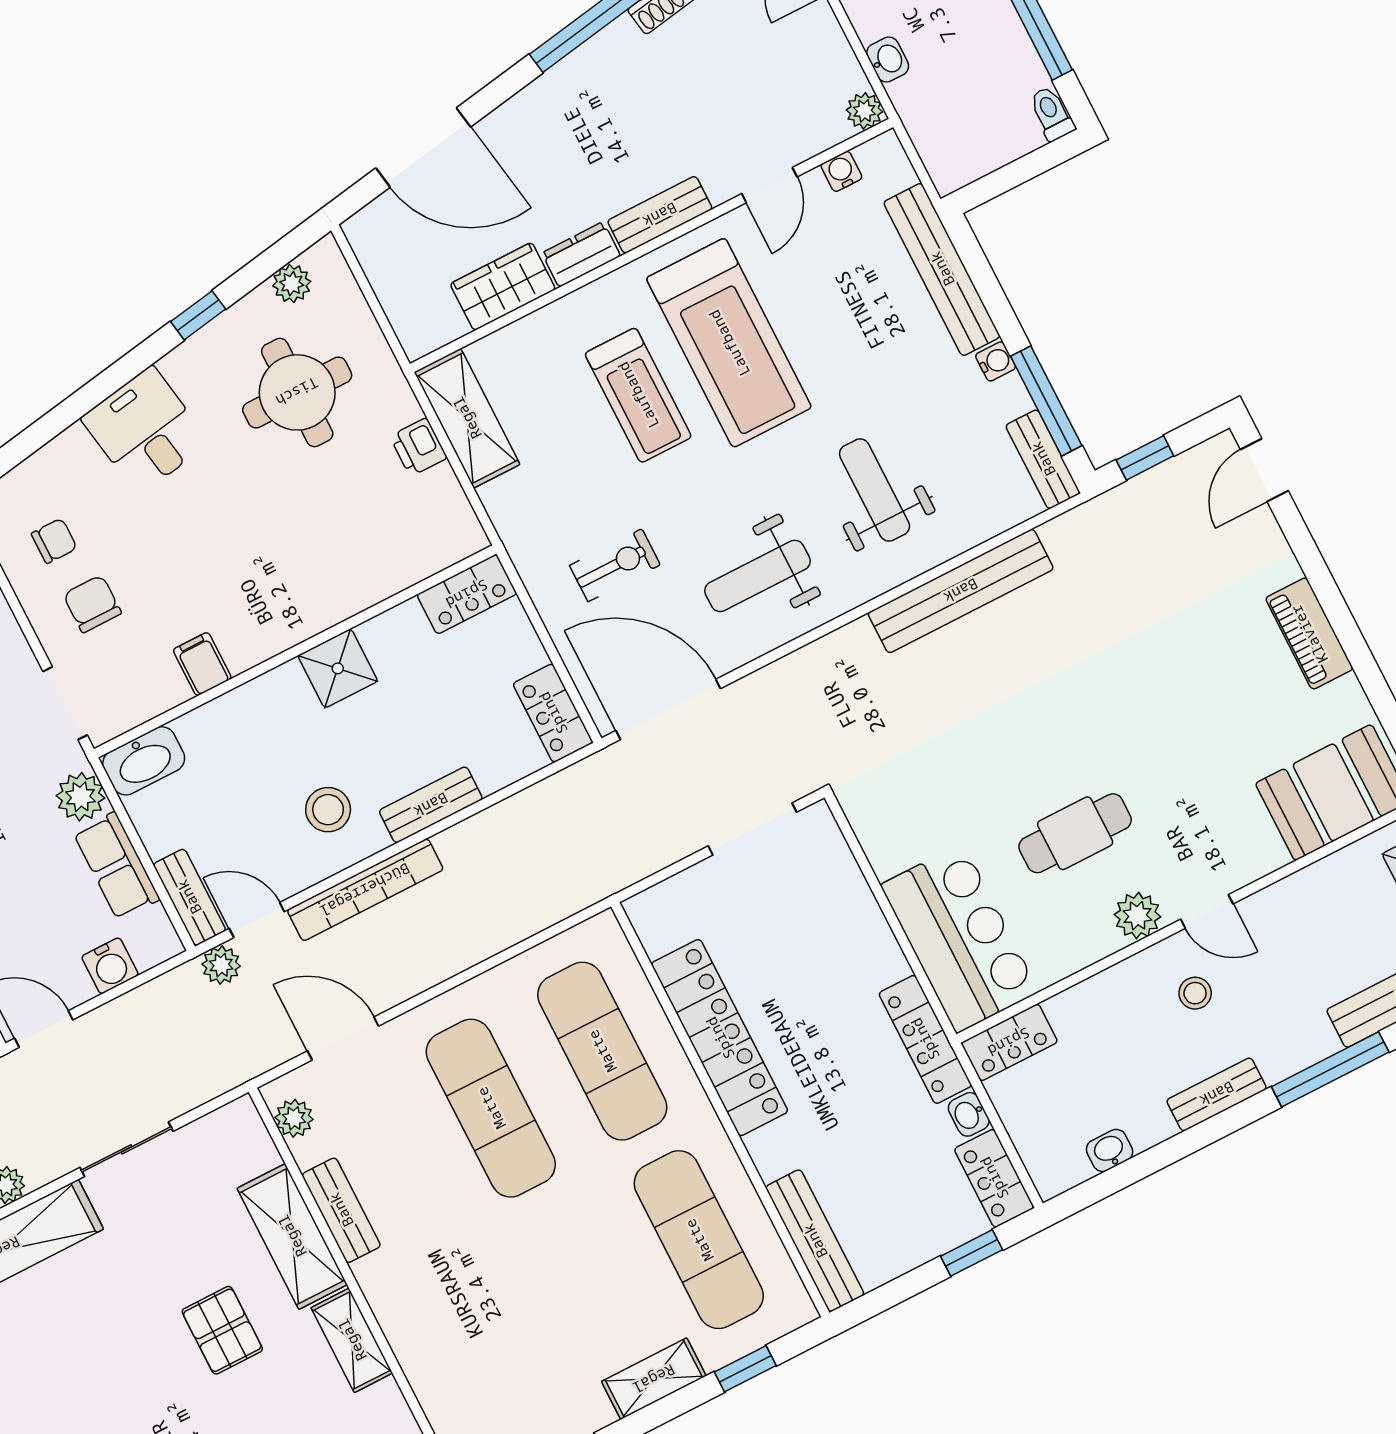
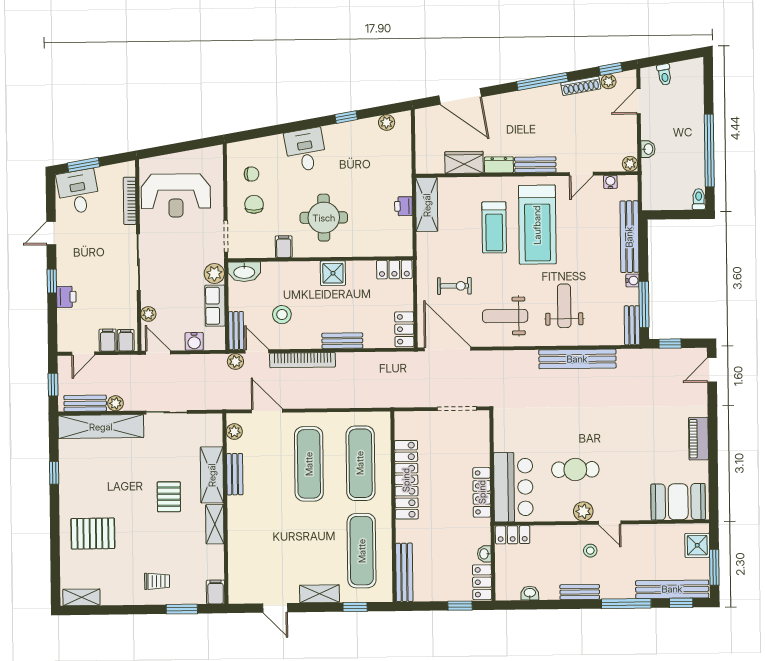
round table: (297, 392) -> (324, 218), moved
stool: (328, 810) -> (282, 315), moved
locker: (925, 1039) -> (482, 492), moved

